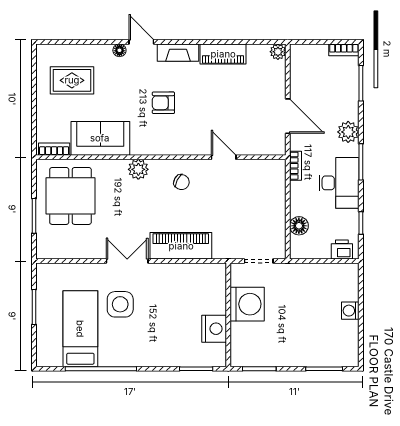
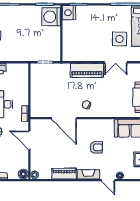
door: (224, 157) -> (64, 118), width x1.88
plant: (138, 169) -> (110, 112), removed
floor lamp: (299, 226) -> (23, 174), moved
washing machine: (247, 304) -> (51, 17), moved
nightstand: (214, 329) -> (69, 13), moved

